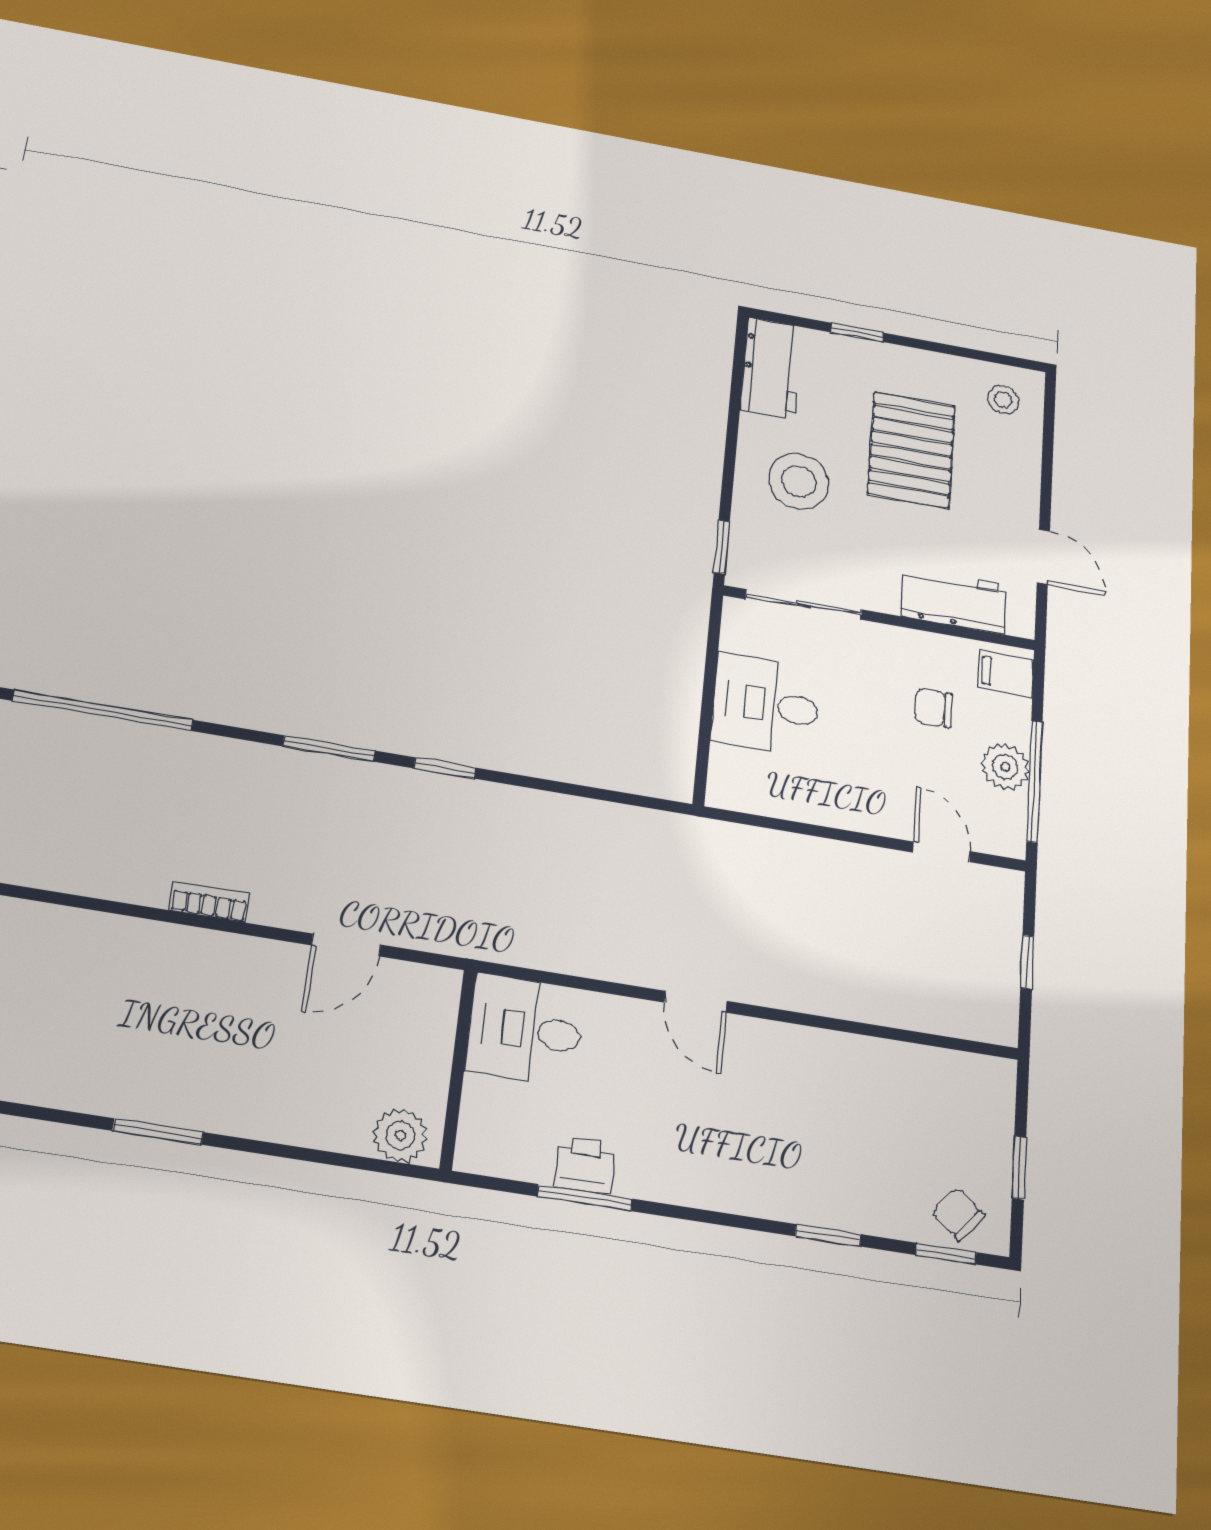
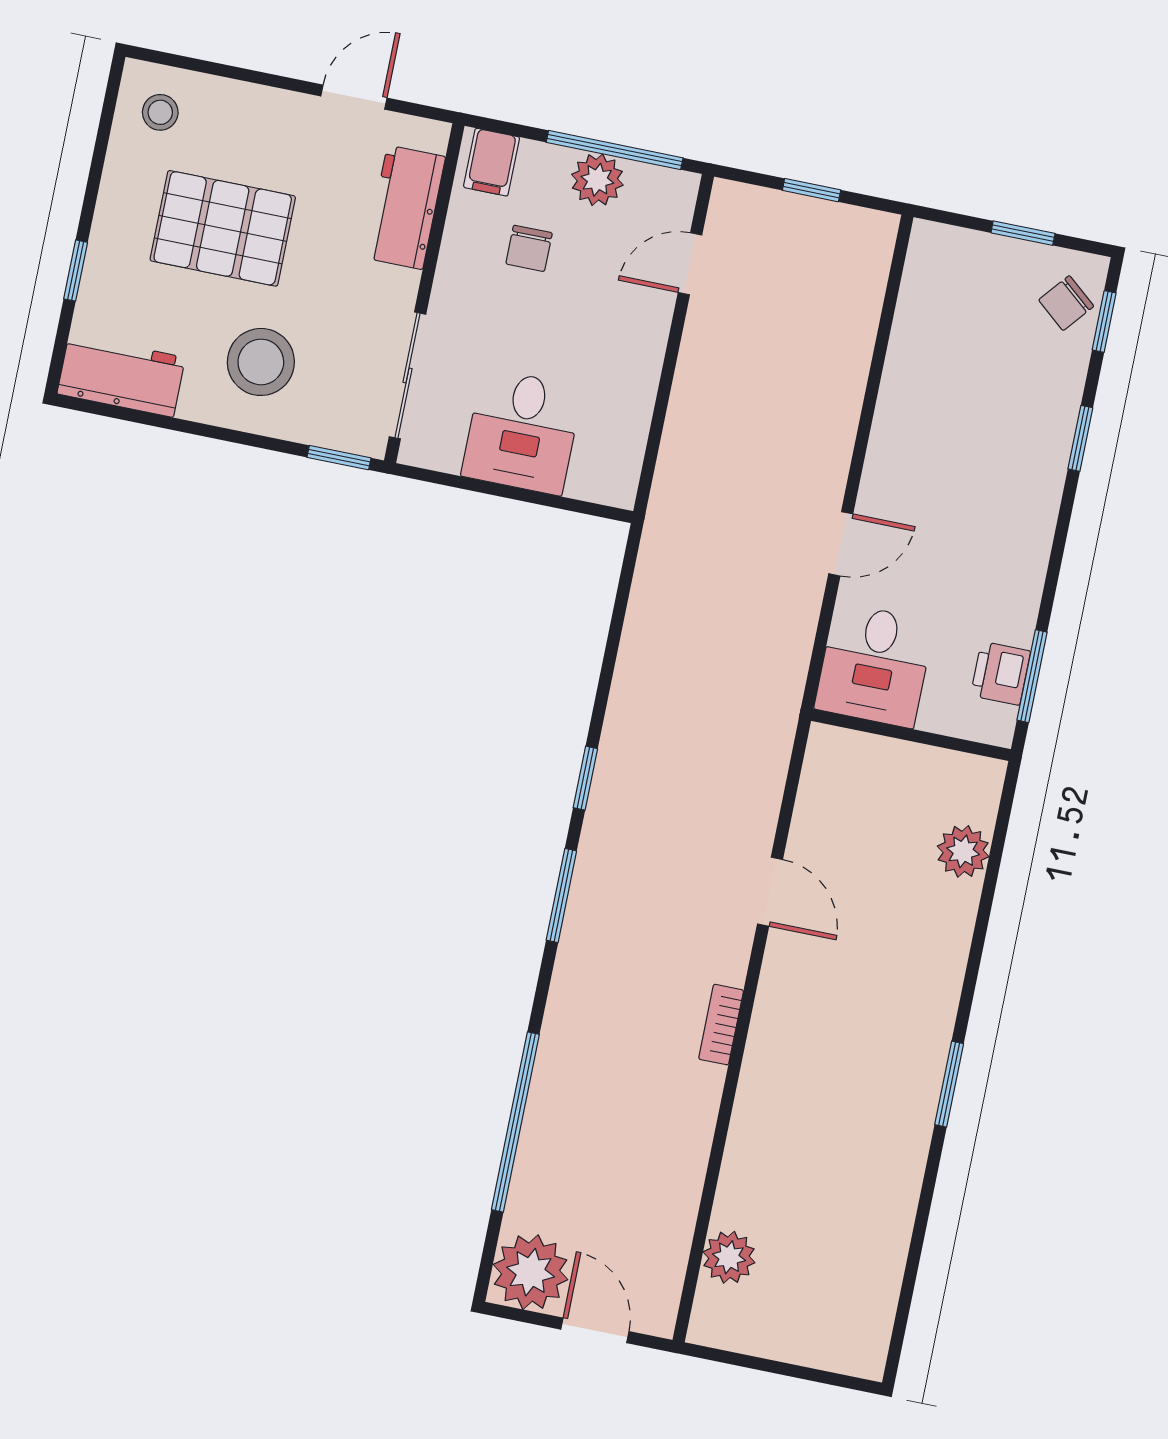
desk: (525, 1030) -> (874, 665), moved
wall: (458, 1069) -> (911, 735), moved

